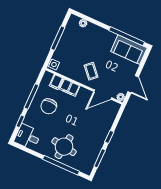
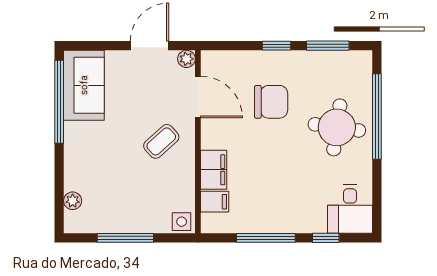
chair: (49, 106) -> (271, 102), moved

